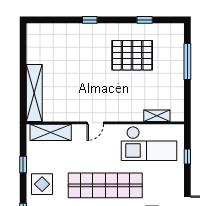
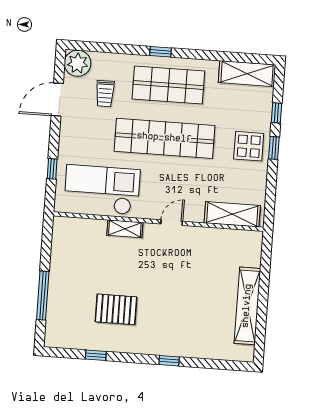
pallet: (132, 55) -> (116, 309), width x0.73, depth x0.71
shelving: (34, 93) -> (247, 306), moved
shelving: (157, 116) -> (125, 229), moved
window: (23, 164) -> (274, 148), moved

